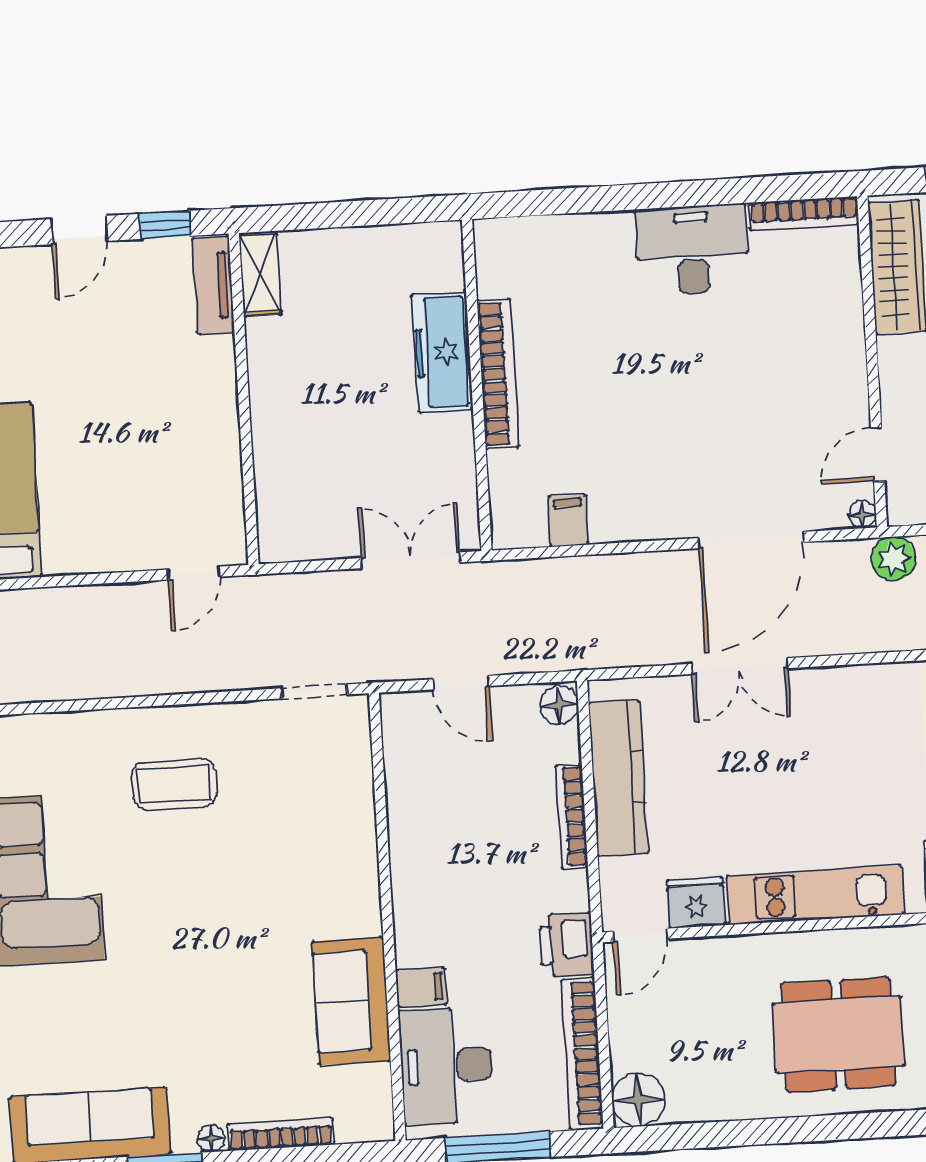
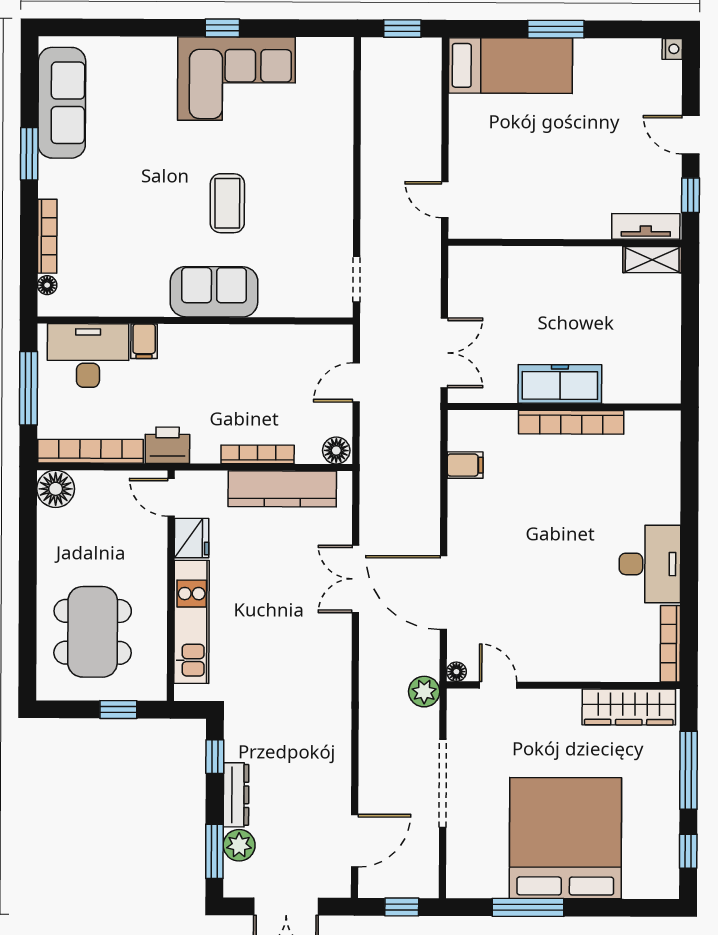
freezer: (442, 352) -> (560, 384), moved
coffee table: (174, 784) -> (227, 203), moved
sofa: (351, 1001) -> (214, 292), moved
floor lamp: (211, 1138) -> (47, 285), moved

